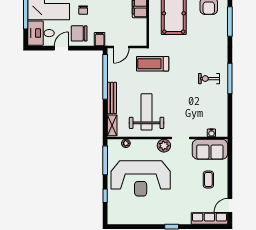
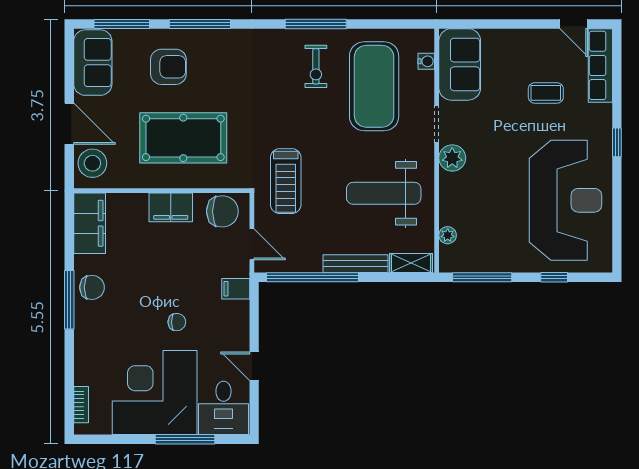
chair: (79, 33) -> (222, 211), moved, turned -90
exercise mat: (199, 107) -> (374, 86), added
reception desk: (141, 178) -> (565, 200), moved
coffee table: (208, 180) -> (546, 93), moved

